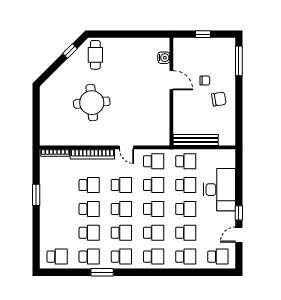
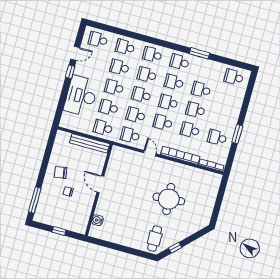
door: (171, 80) -> (100, 184), moved
school desk: (89, 257) -> (217, 137), moved

